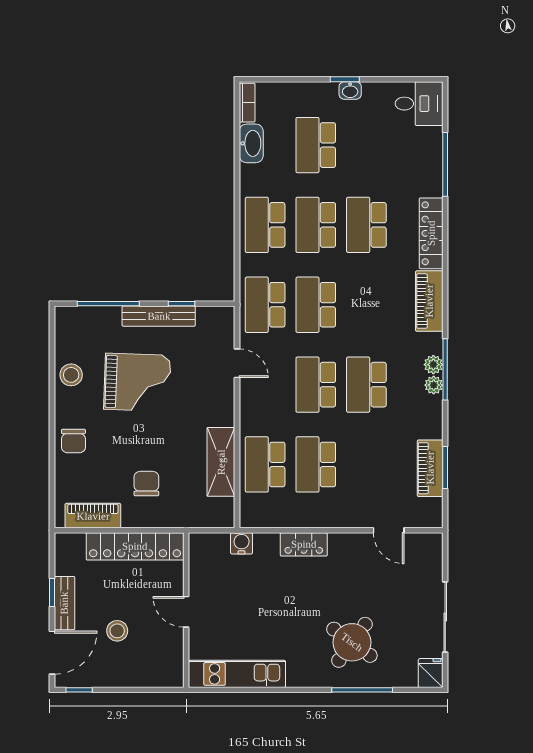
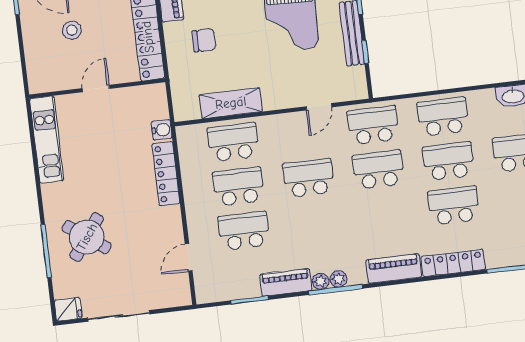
school desk: (366, 385) -> (244, 231), moved
piano: (430, 468) -> (286, 282), moved
locker: (304, 544) -> (166, 174), width x1.53

